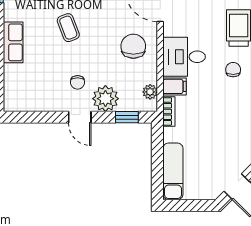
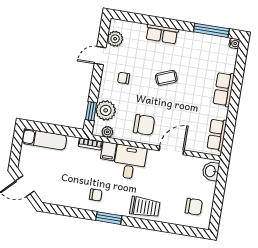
chair: (233, 70) -> (96, 195), moved
plant: (105, 99) -> (106, 110), moved
plant: (29, 102) -> (115, 39), added
door: (80, 117) -> (100, 56), moved

